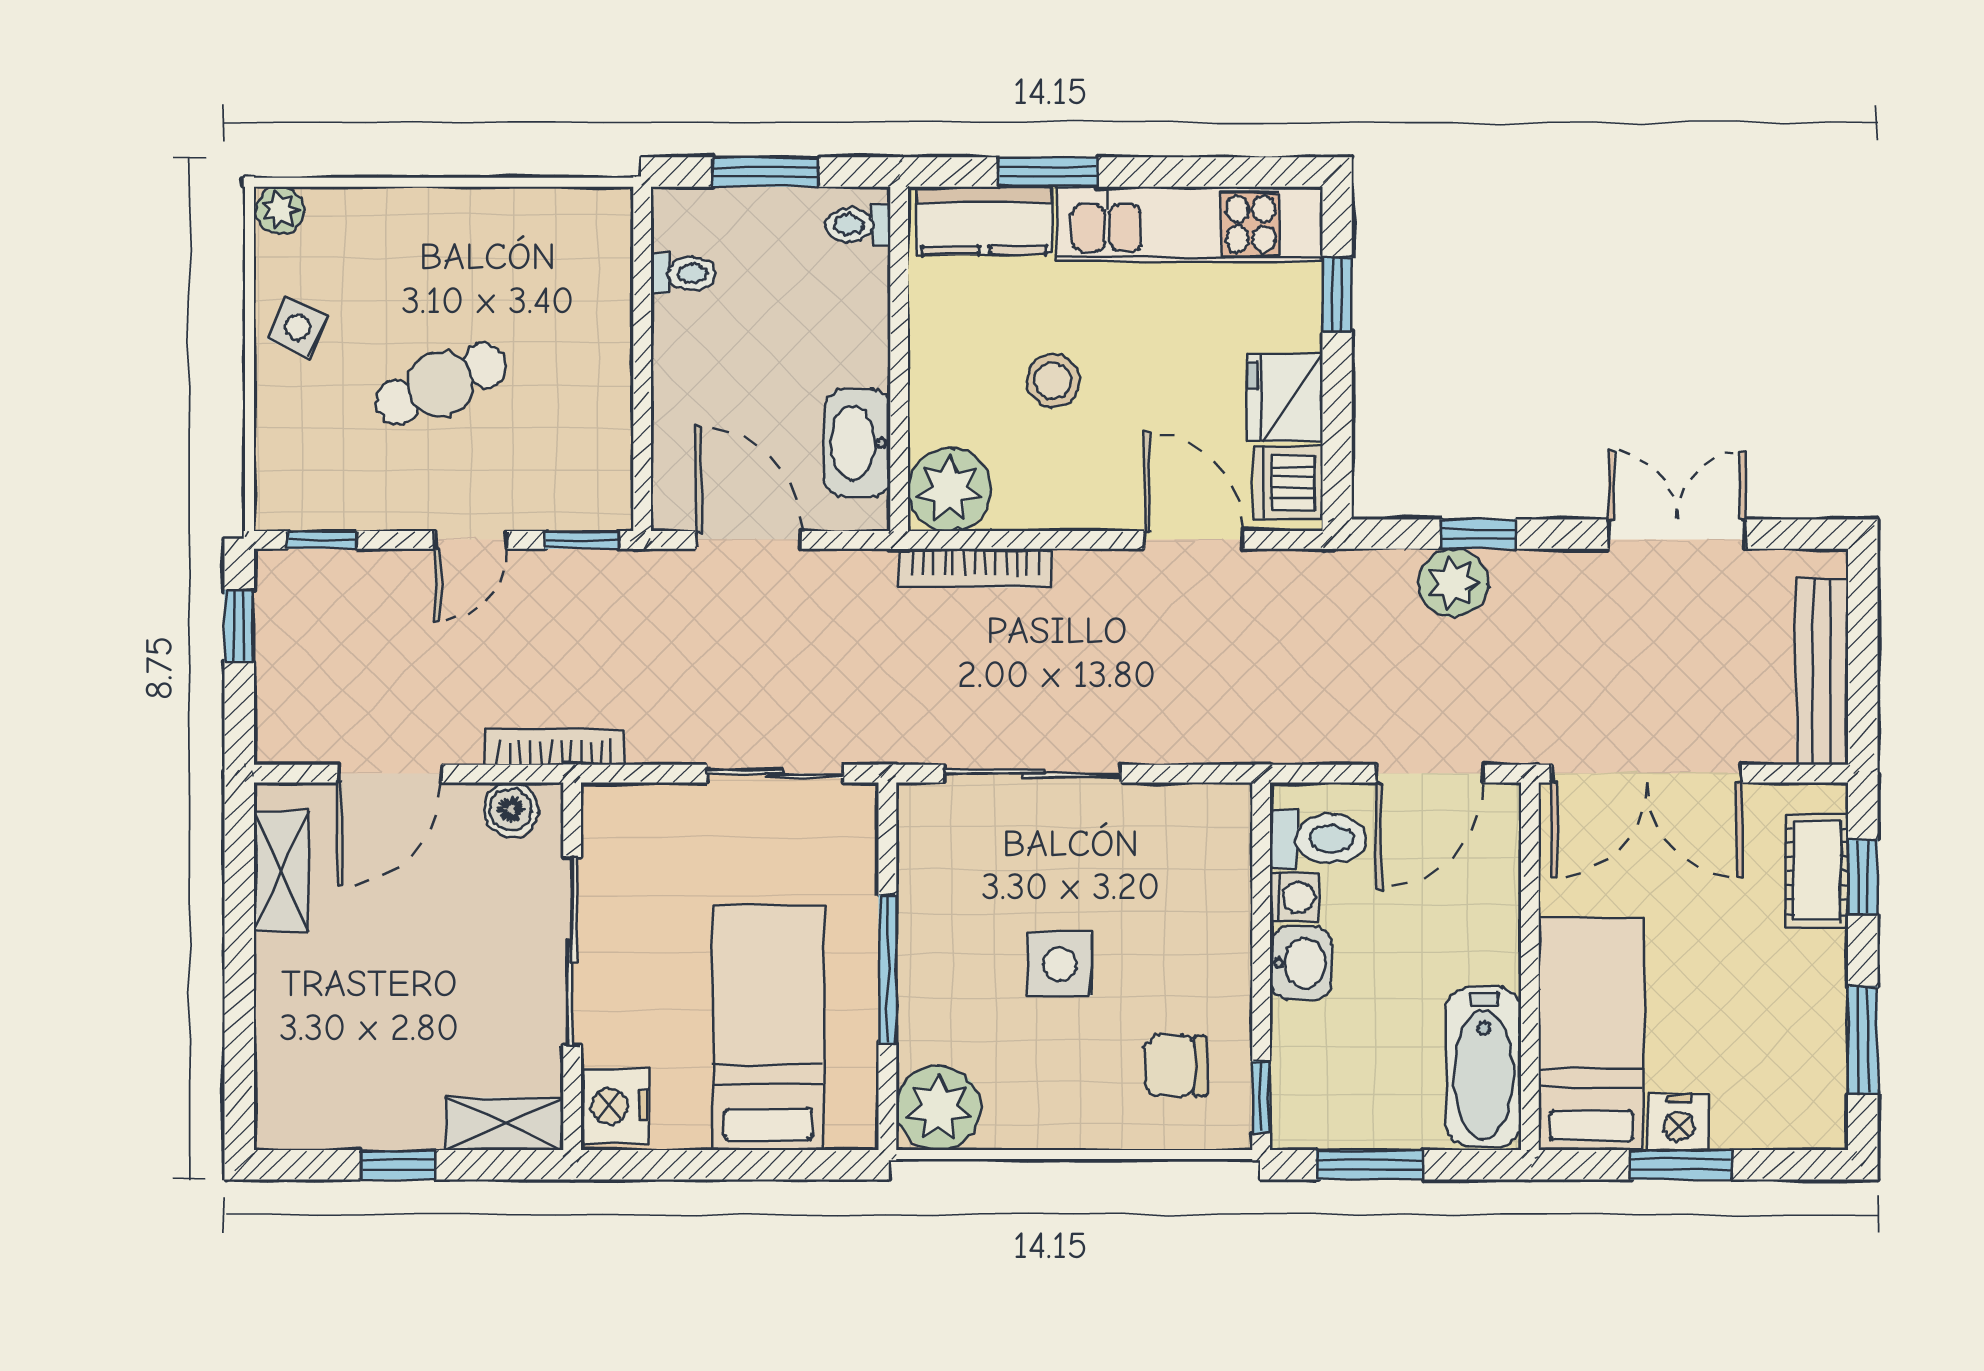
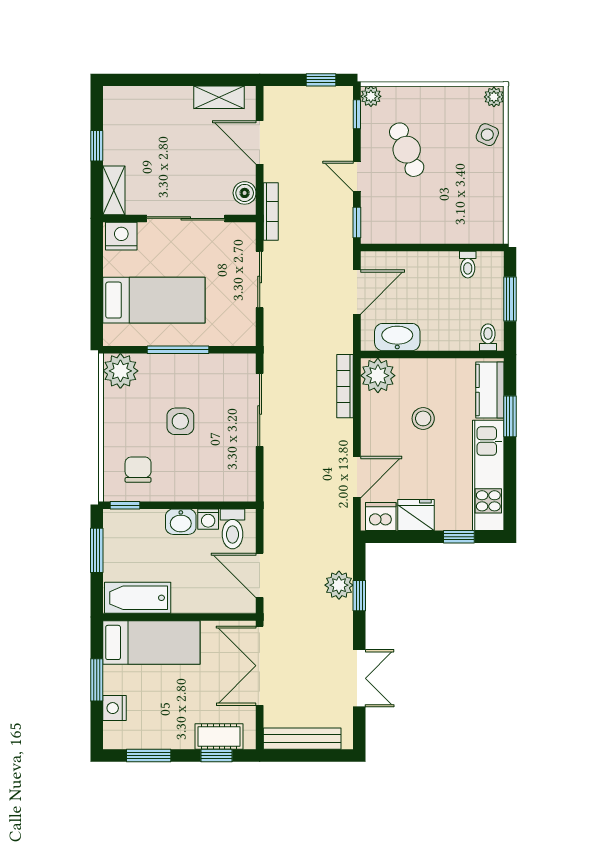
side table: (298, 328) -> (487, 135), moved
cafe table: (441, 384) -> (407, 150), moved
plant: (279, 506) -> (371, 96), added
sliding door: (775, 774) -> (260, 279), moved
nightstand: (1679, 1122) -> (115, 708), moved

